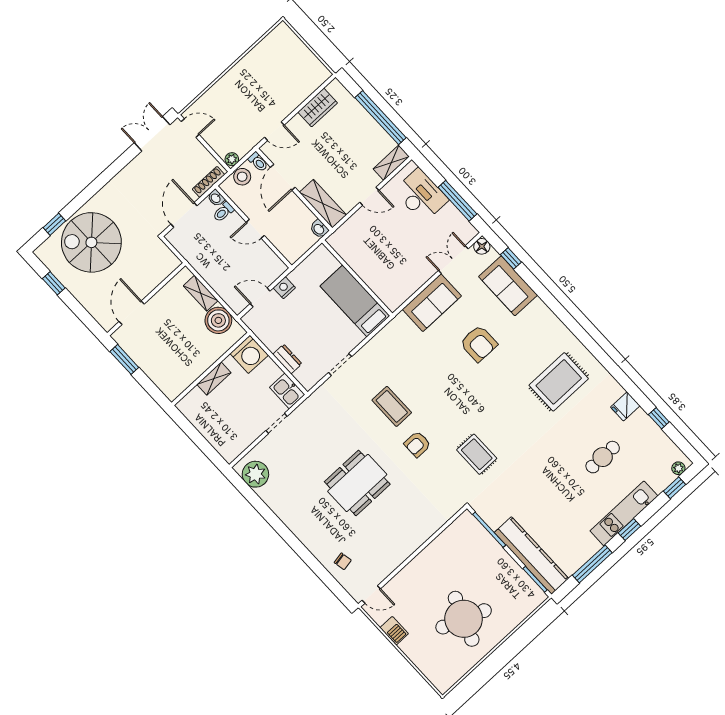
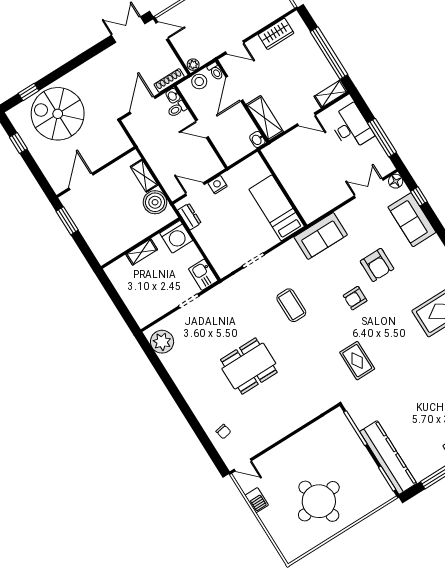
sofa: (432, 303) -> (321, 236), moved
dresser: (287, 359) -> (189, 217), moved
armchair: (417, 444) -> (355, 298), moved
round table: (464, 619) -> (319, 501), turned -33

